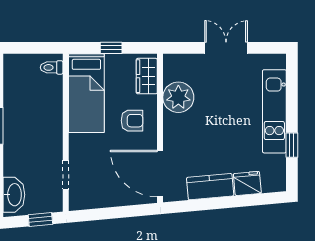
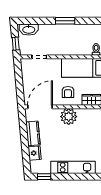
plant: (178, 97) -> (69, 117), moved
window: (292, 145) -> (44, 177), moved

